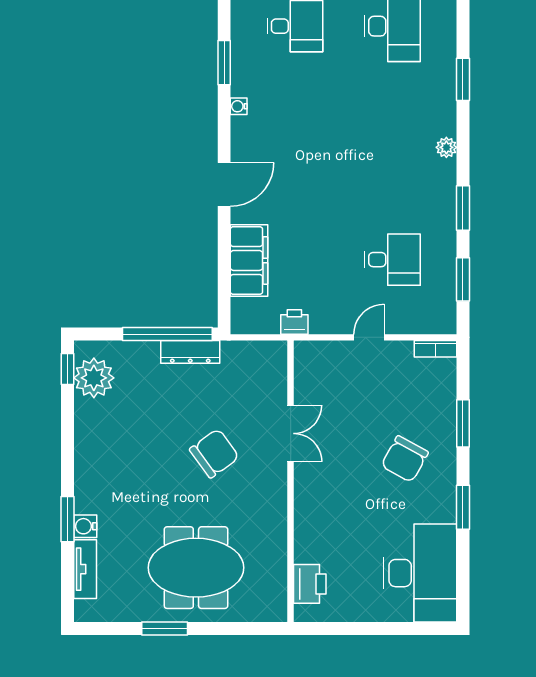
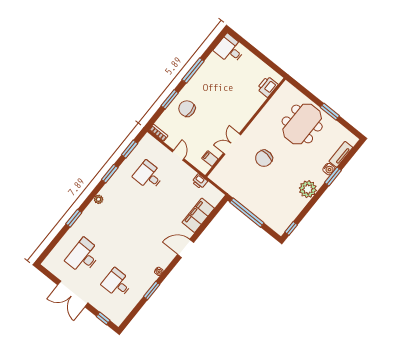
door: (369, 337) -> (178, 155), swing flipped
dresser: (190, 352) -> (244, 200), removed
filing cabinet: (309, 376) -> (210, 159), added
plant: (94, 378) -> (308, 189), moved
chair: (214, 453) -> (264, 158), turned -47
chair: (405, 459) -> (187, 109), moved, turned -122
window: (463, 507) -> (193, 70), width x1.44
meeting table: (196, 568) -> (302, 124), turned 90
desk: (420, 573) -> (230, 49), width x0.53, depth x0.77

